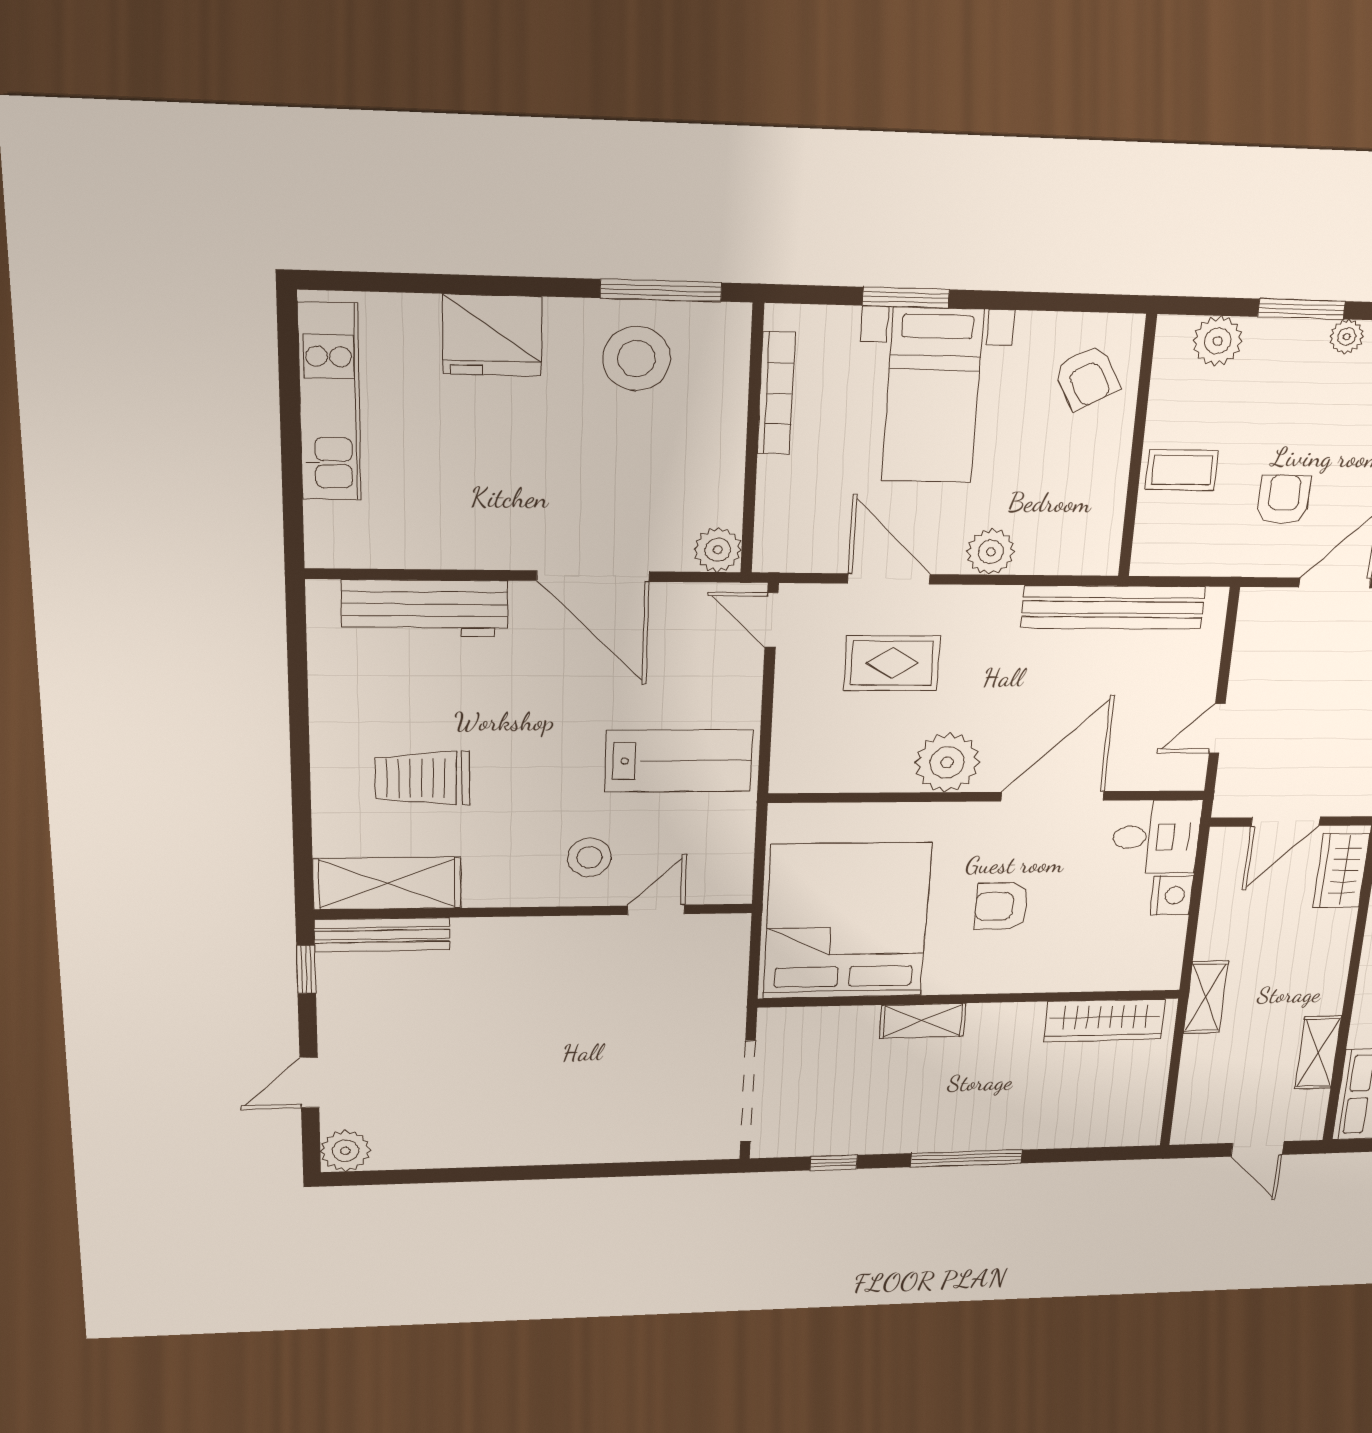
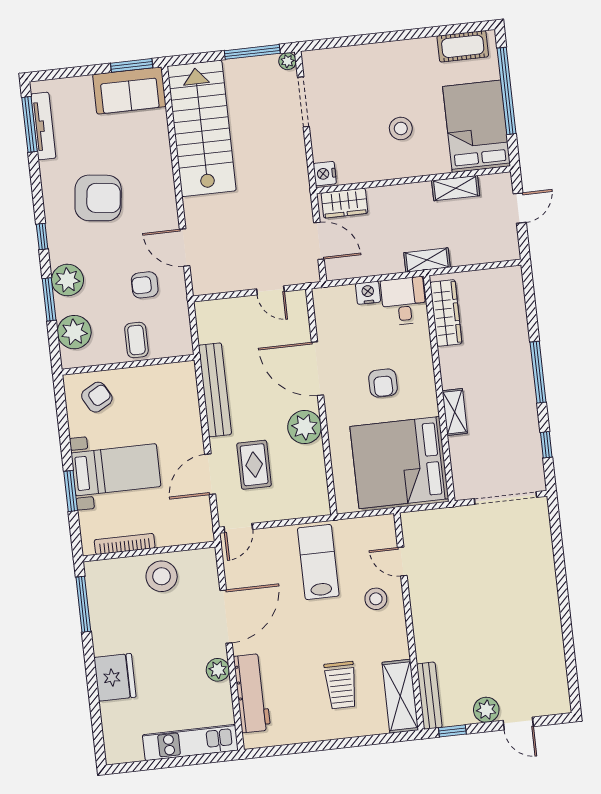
plant: (1347, 337) -> (67, 280), width x1.87, depth x1.87
plant: (1218, 341) -> (74, 332), width x1.36, depth x1.36
stool: (637, 359) -> (162, 576), moved
kitchen unit: (330, 402) -> (190, 742), moved
plant: (718, 550) -> (218, 670), moved
plant: (991, 552) -> (190, 426), removed
bench: (1113, 607) -> (215, 390), moved
desk: (1156, 837) -> (404, 301), moved
plant: (345, 1151) -> (486, 710), moved

